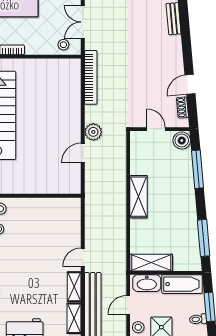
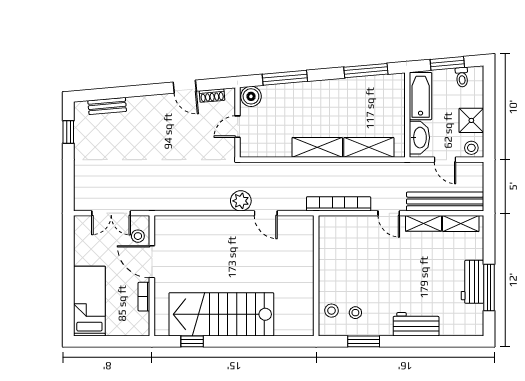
door: (42, 57) -> (152, 262), added
bookcase: (91, 77) -> (339, 204), moved
shelving: (151, 263) -> (369, 147), moved, turned 90

